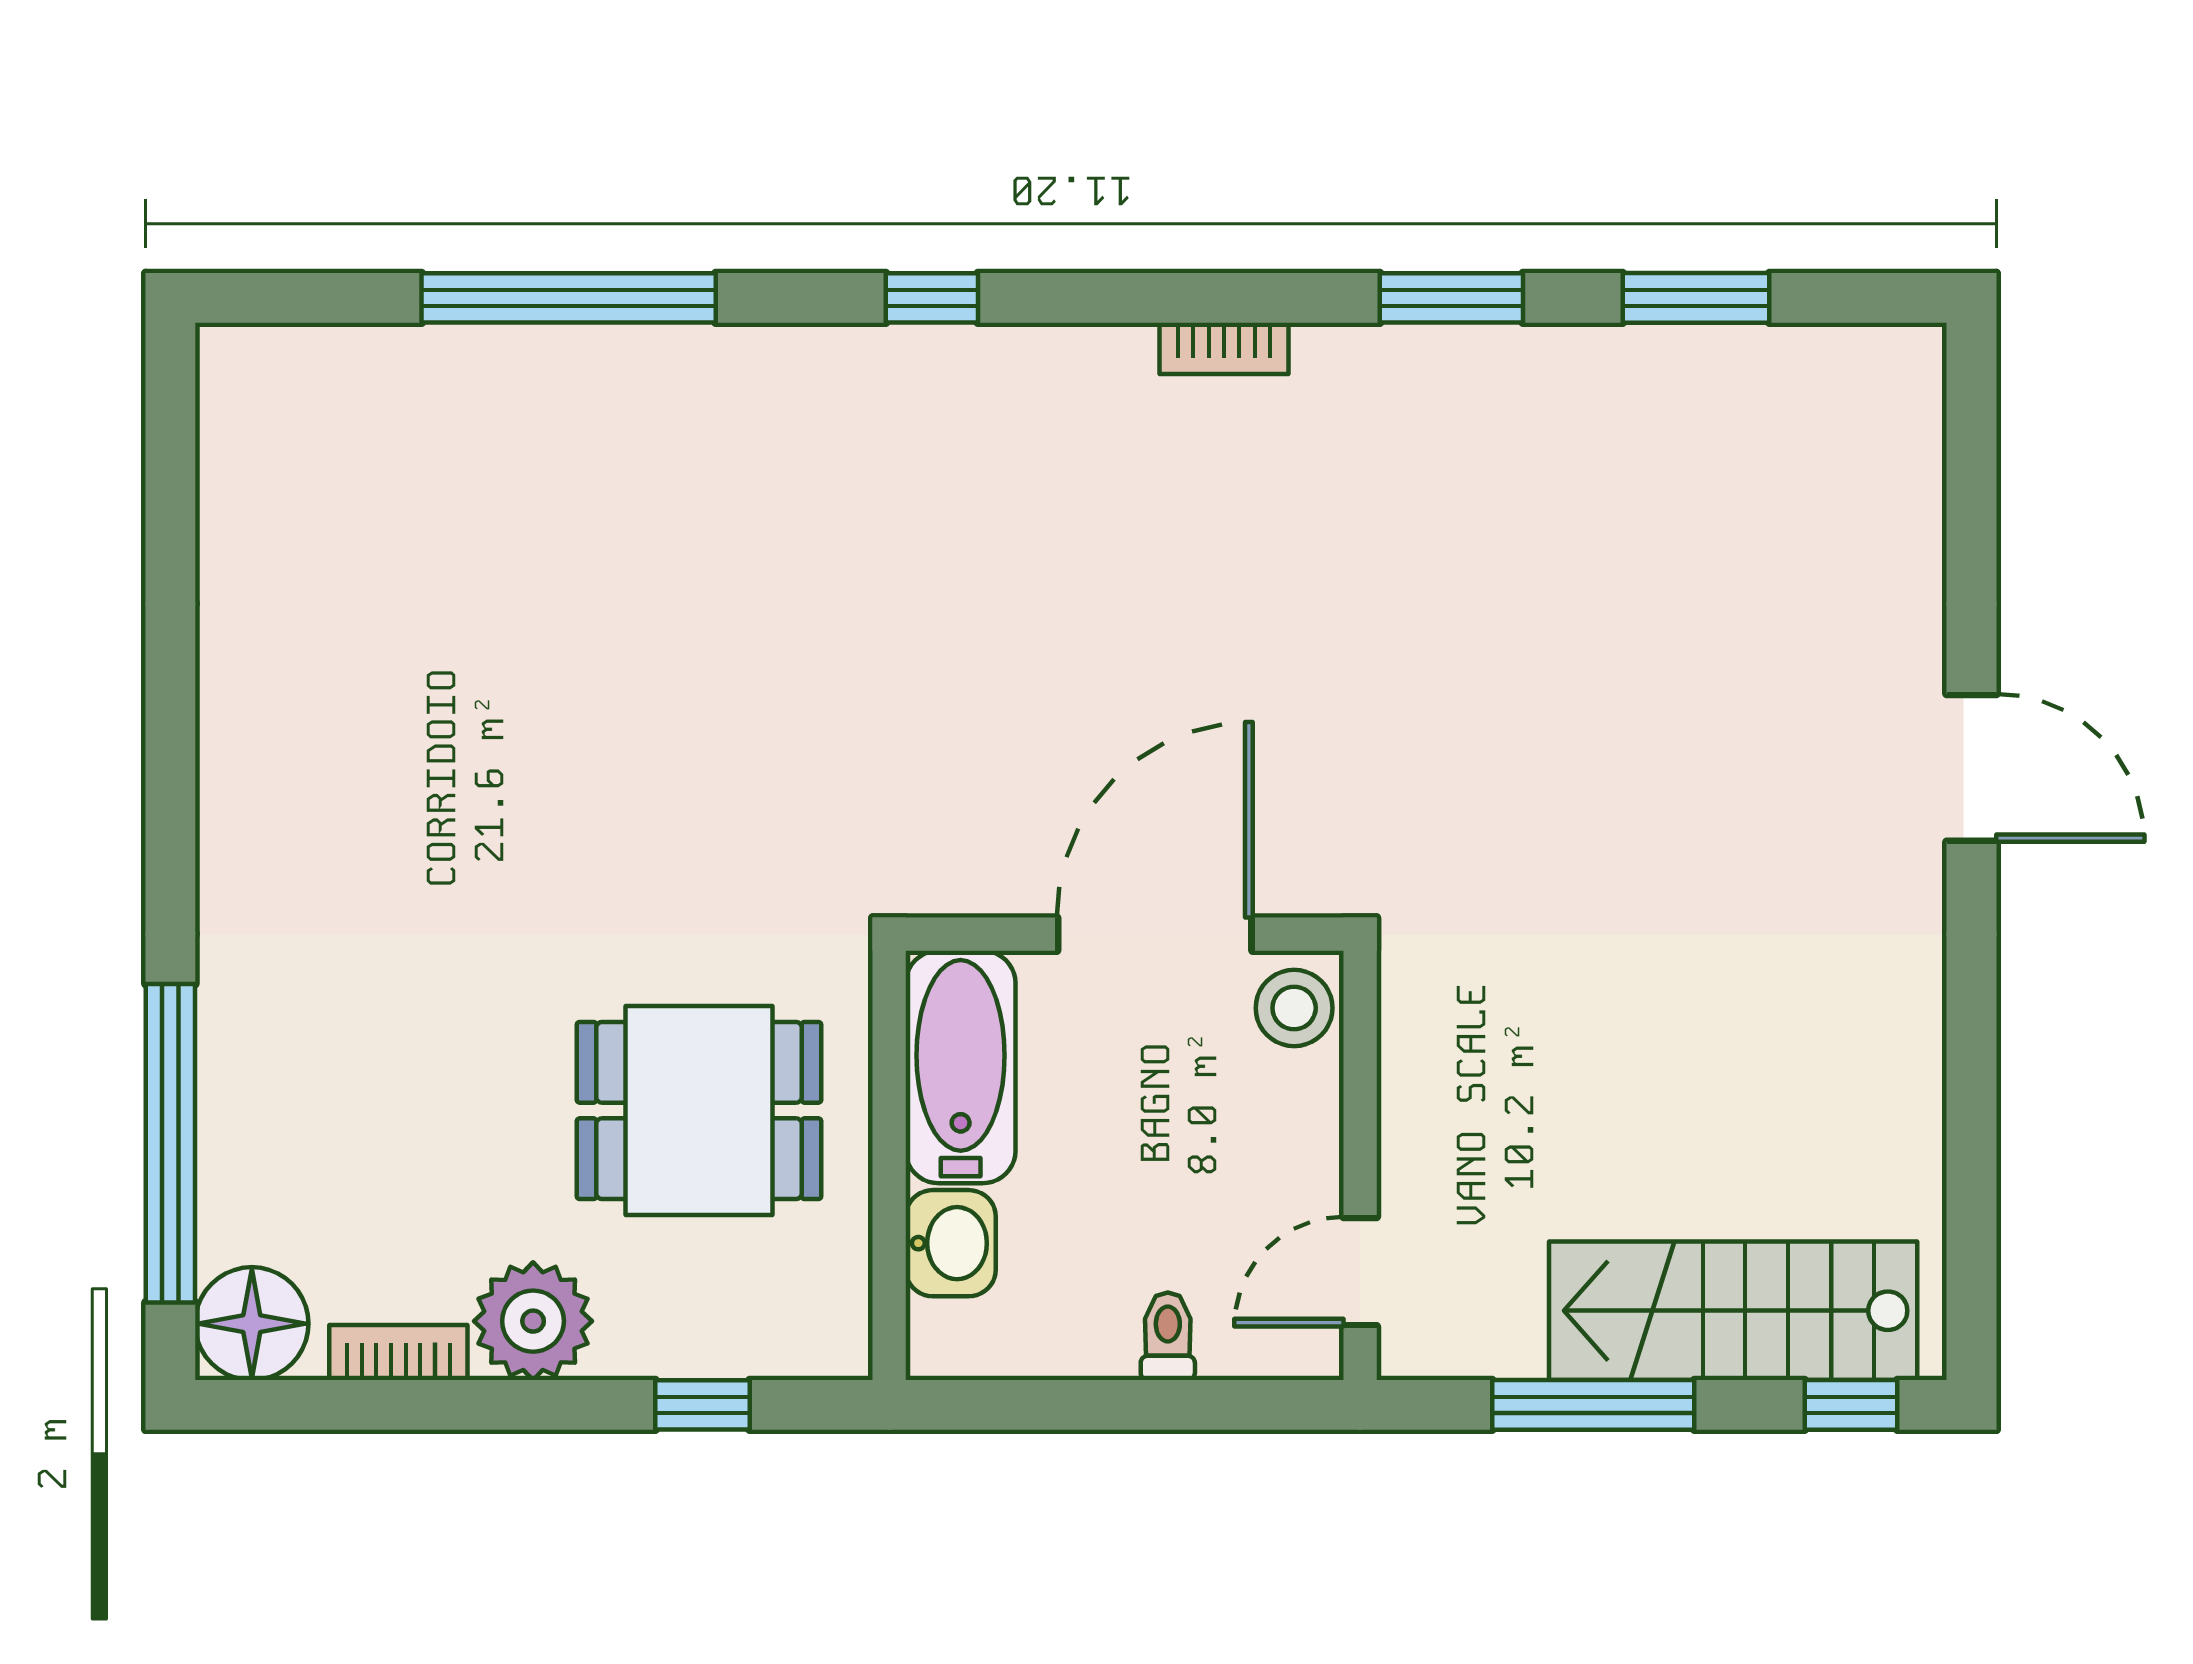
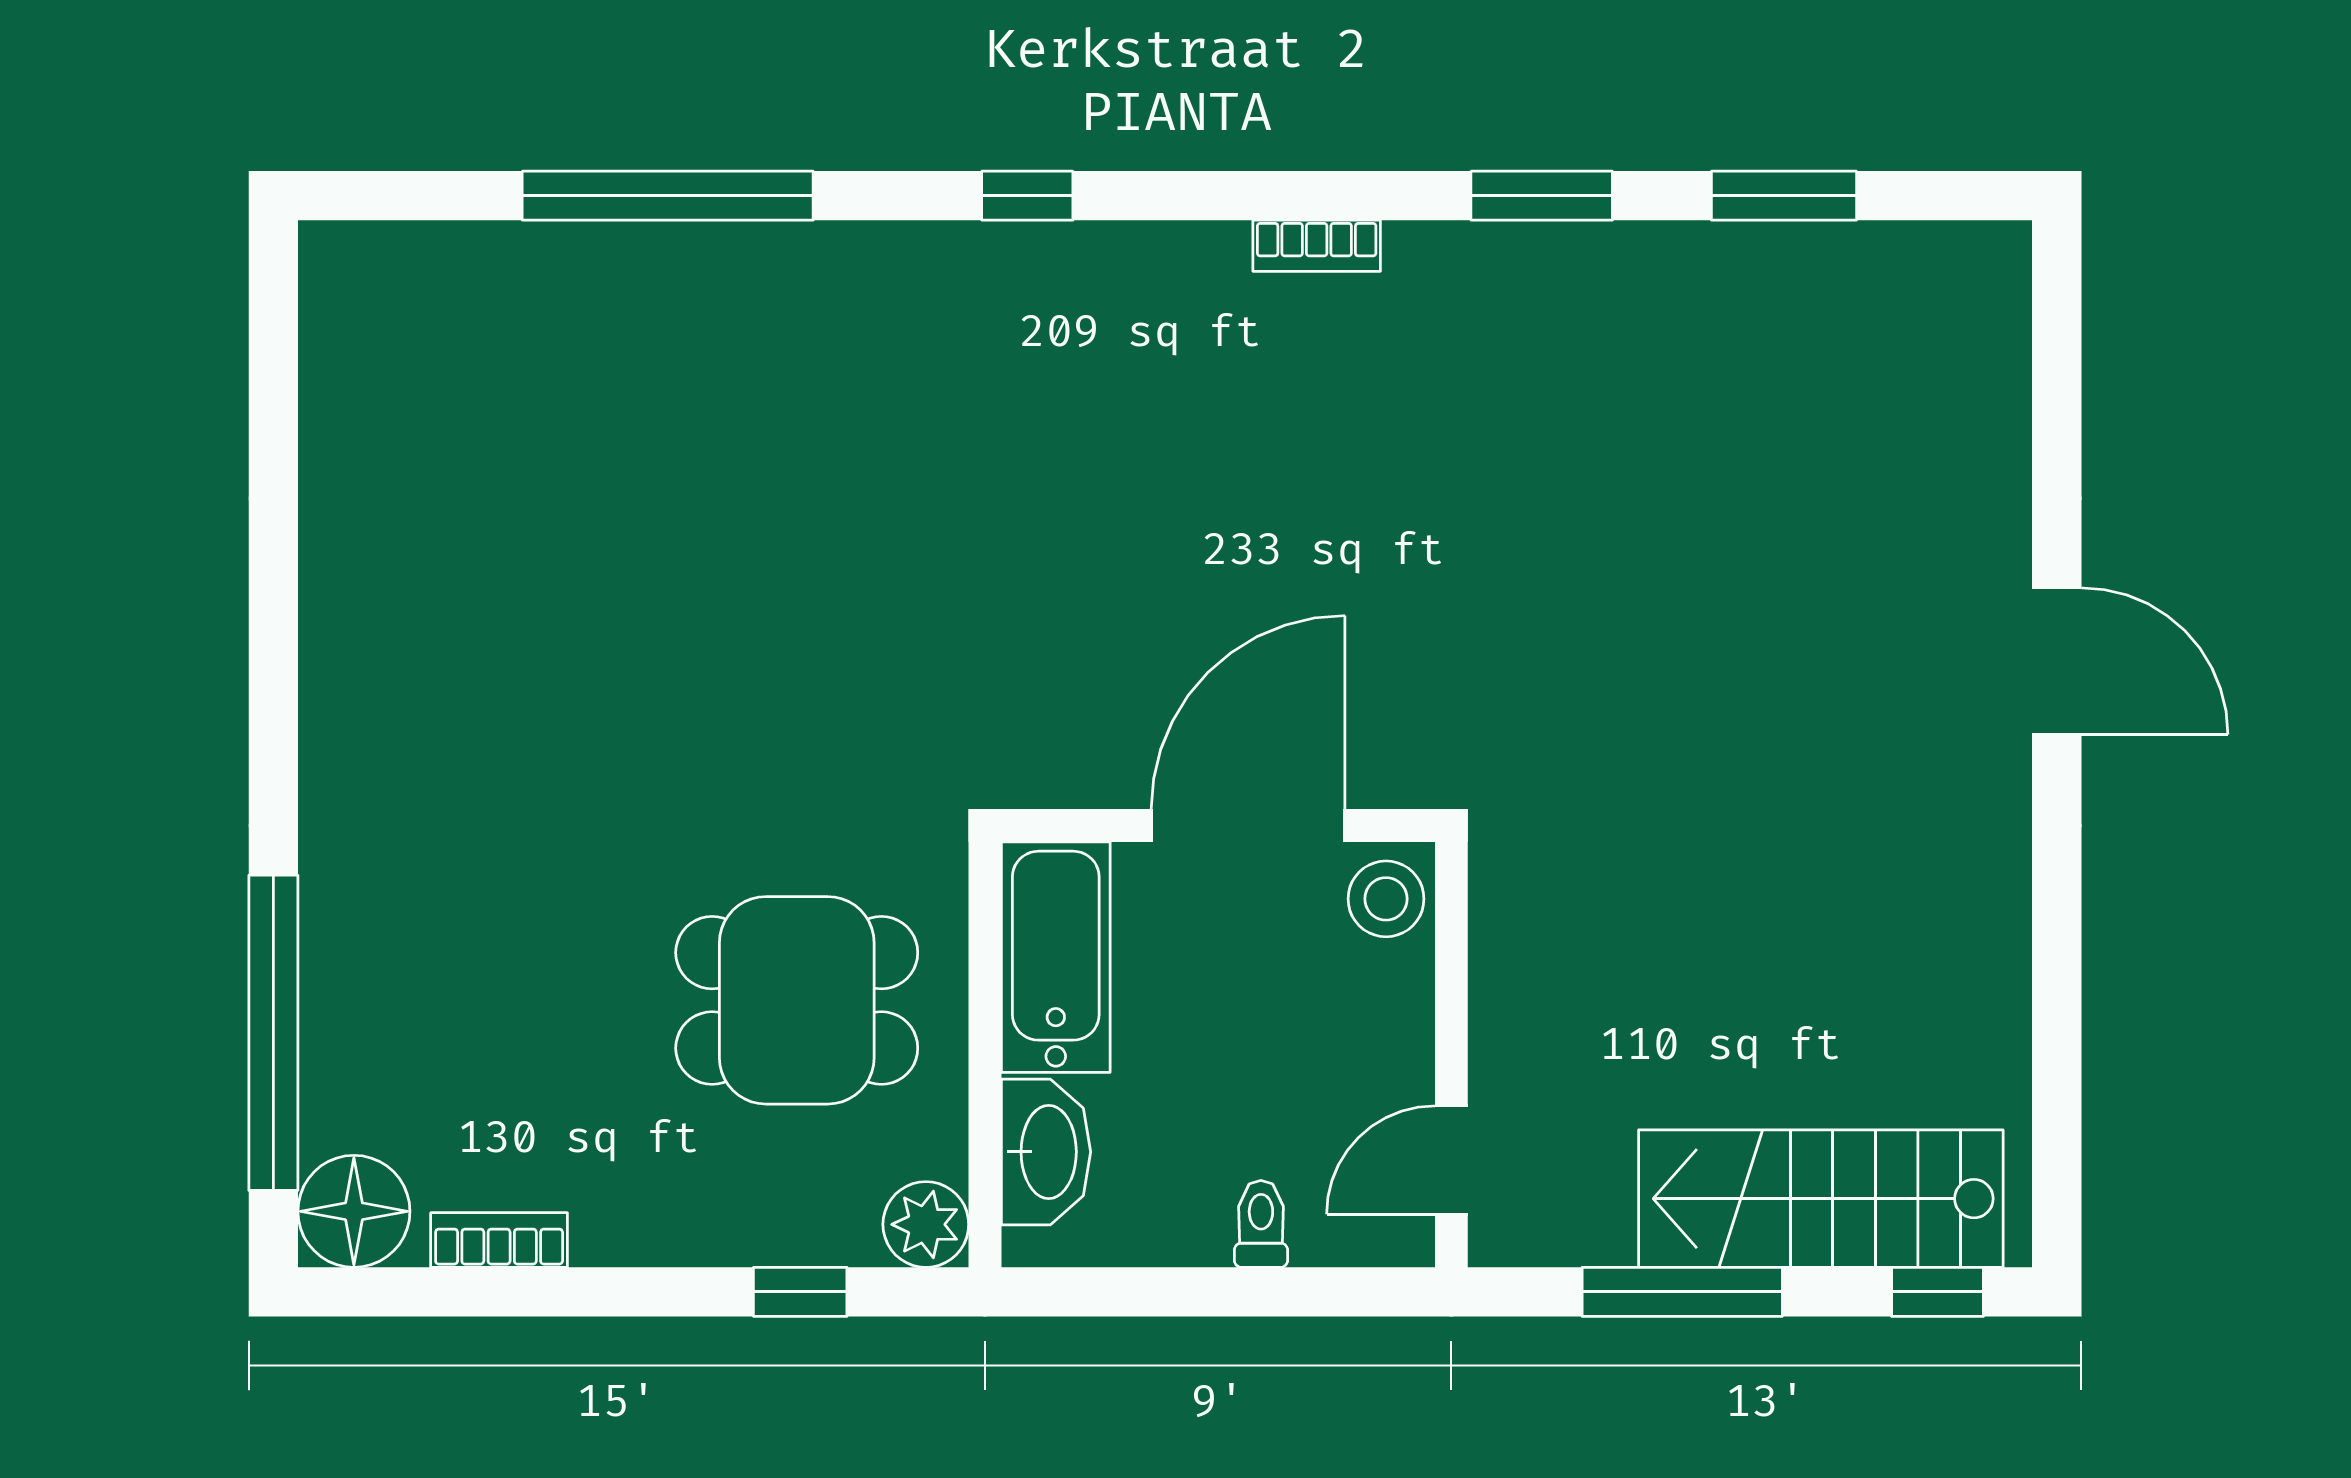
washbasin: (951, 1243) -> (1046, 1152), width x1.38
plant: (533, 1321) -> (926, 1224), moved, width x0.73, depth x0.73

